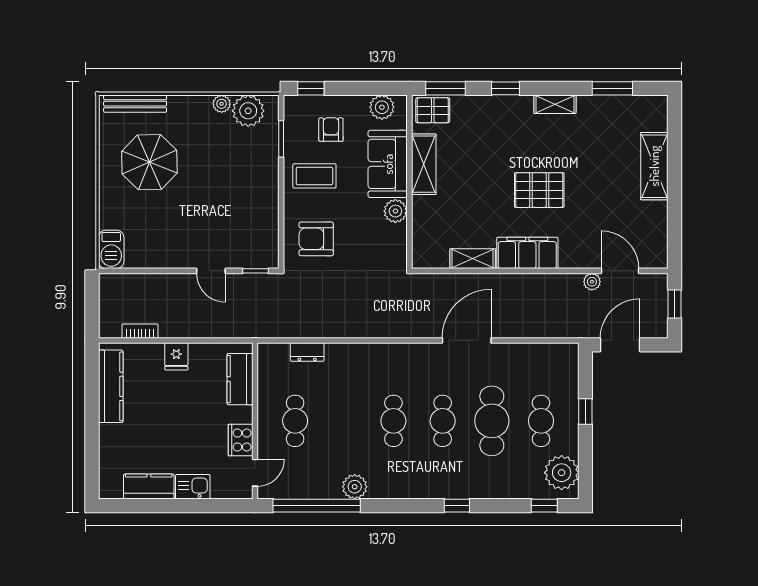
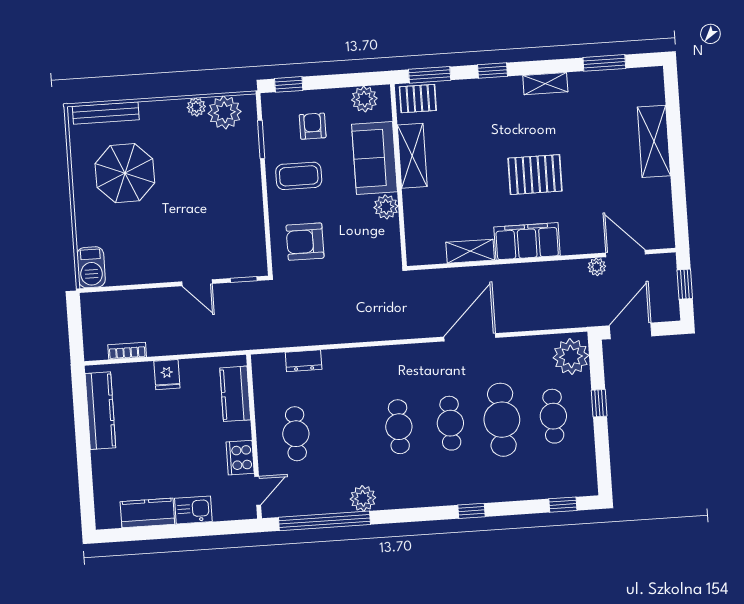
plant: (562, 473) -> (571, 357), moved

